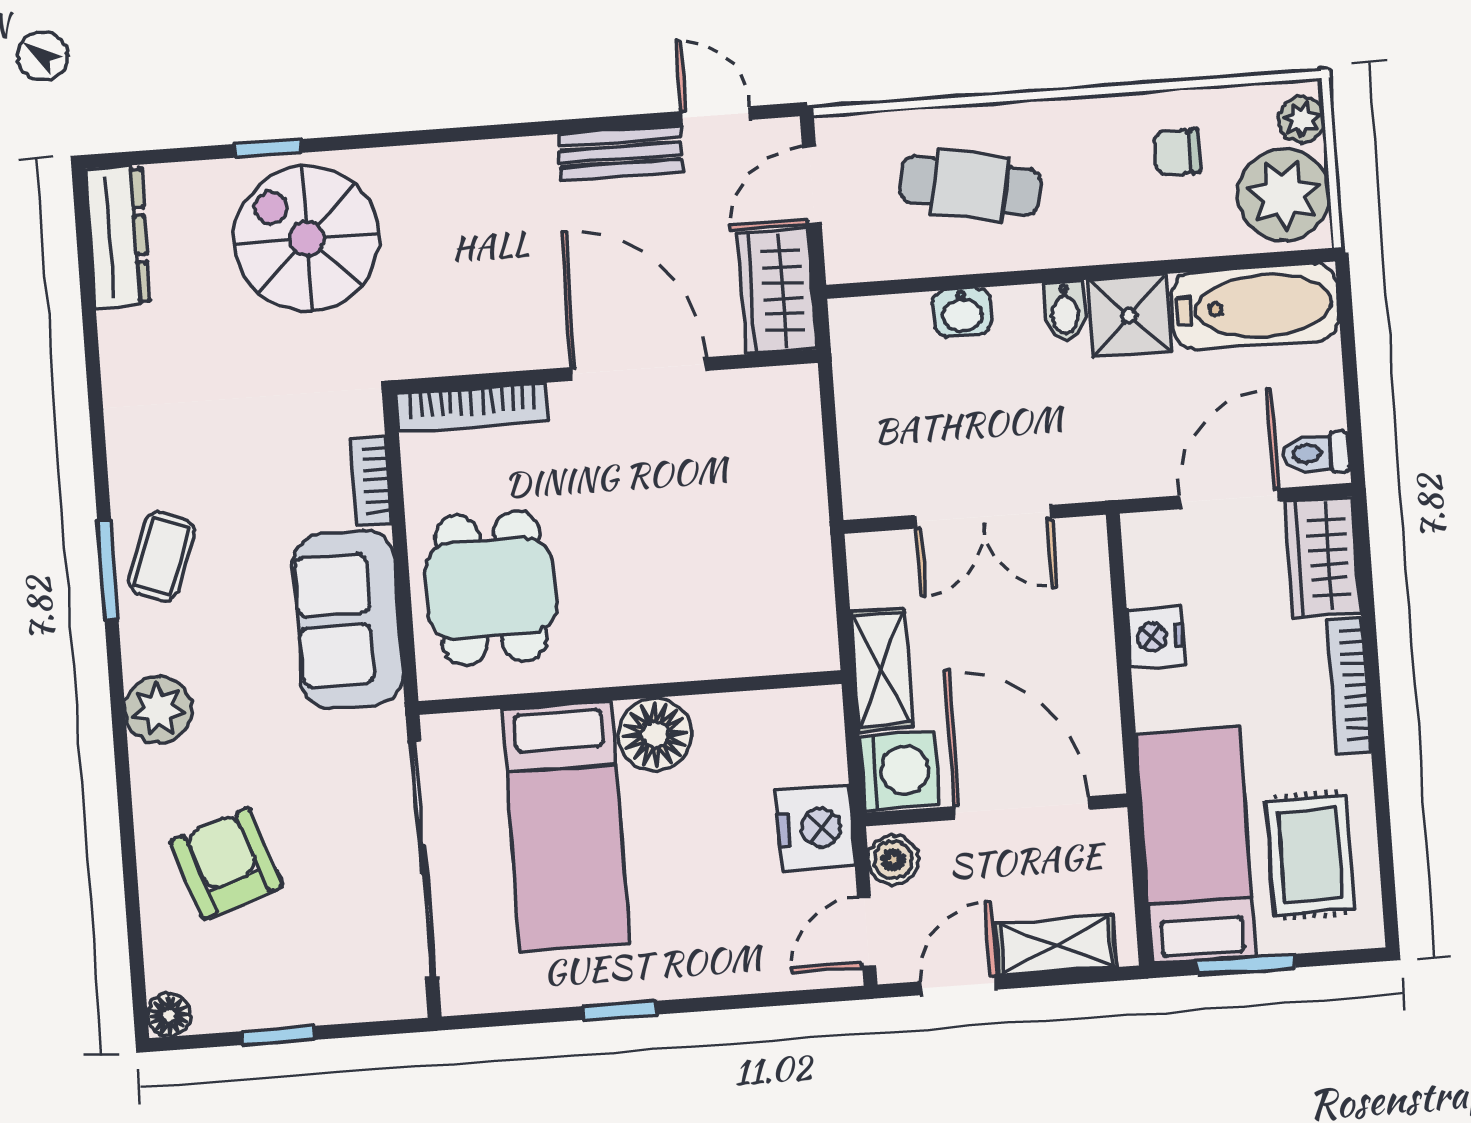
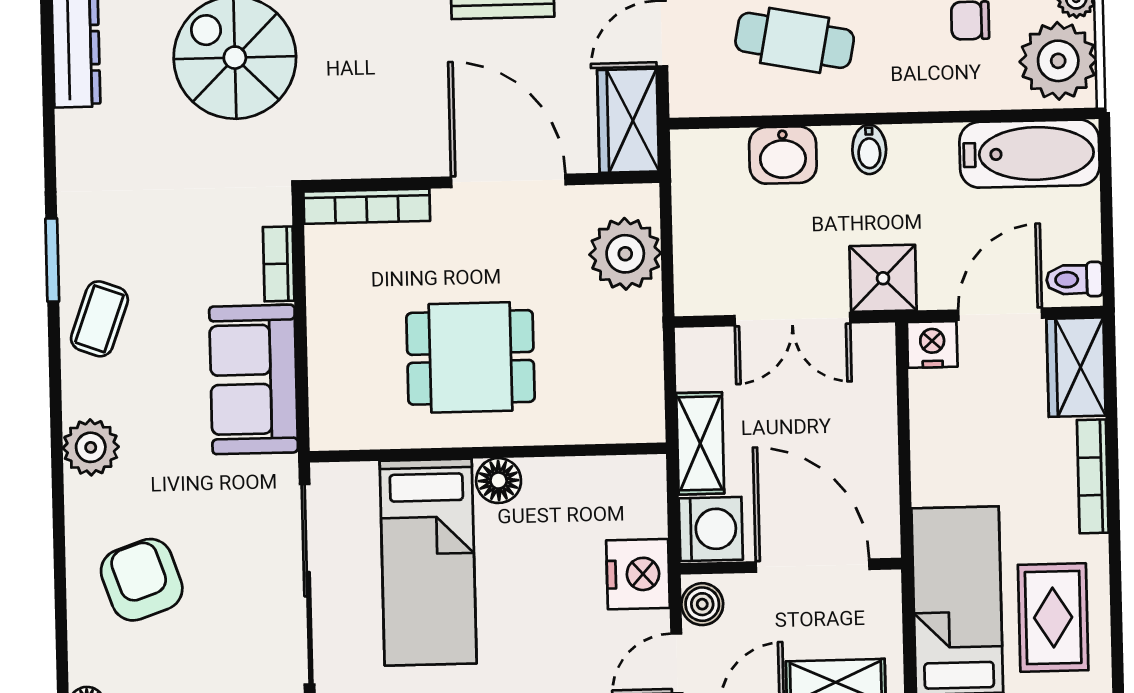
washbasin: (962, 312) -> (783, 155), width x1.38, depth x1.45
shower: (1129, 316) -> (883, 278), moved
plant: (781, 449) -> (625, 254), added
window: (108, 571) -> (52, 260), moved
dining table: (491, 588) -> (471, 357), moved, turned 90
nightstand: (1156, 637) -> (932, 344), moved, turned 90
floor lamp: (655, 734) -> (499, 481), width x0.73, depth x0.73

